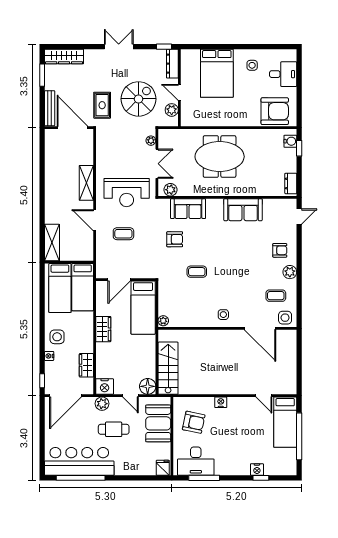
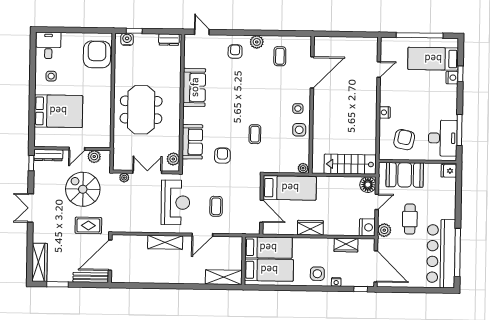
desk: (283, 74) -> (48, 45), moved
side table: (285, 318) -> (299, 130), moved
bed: (285, 422) -> (433, 59), moved, turned 180

